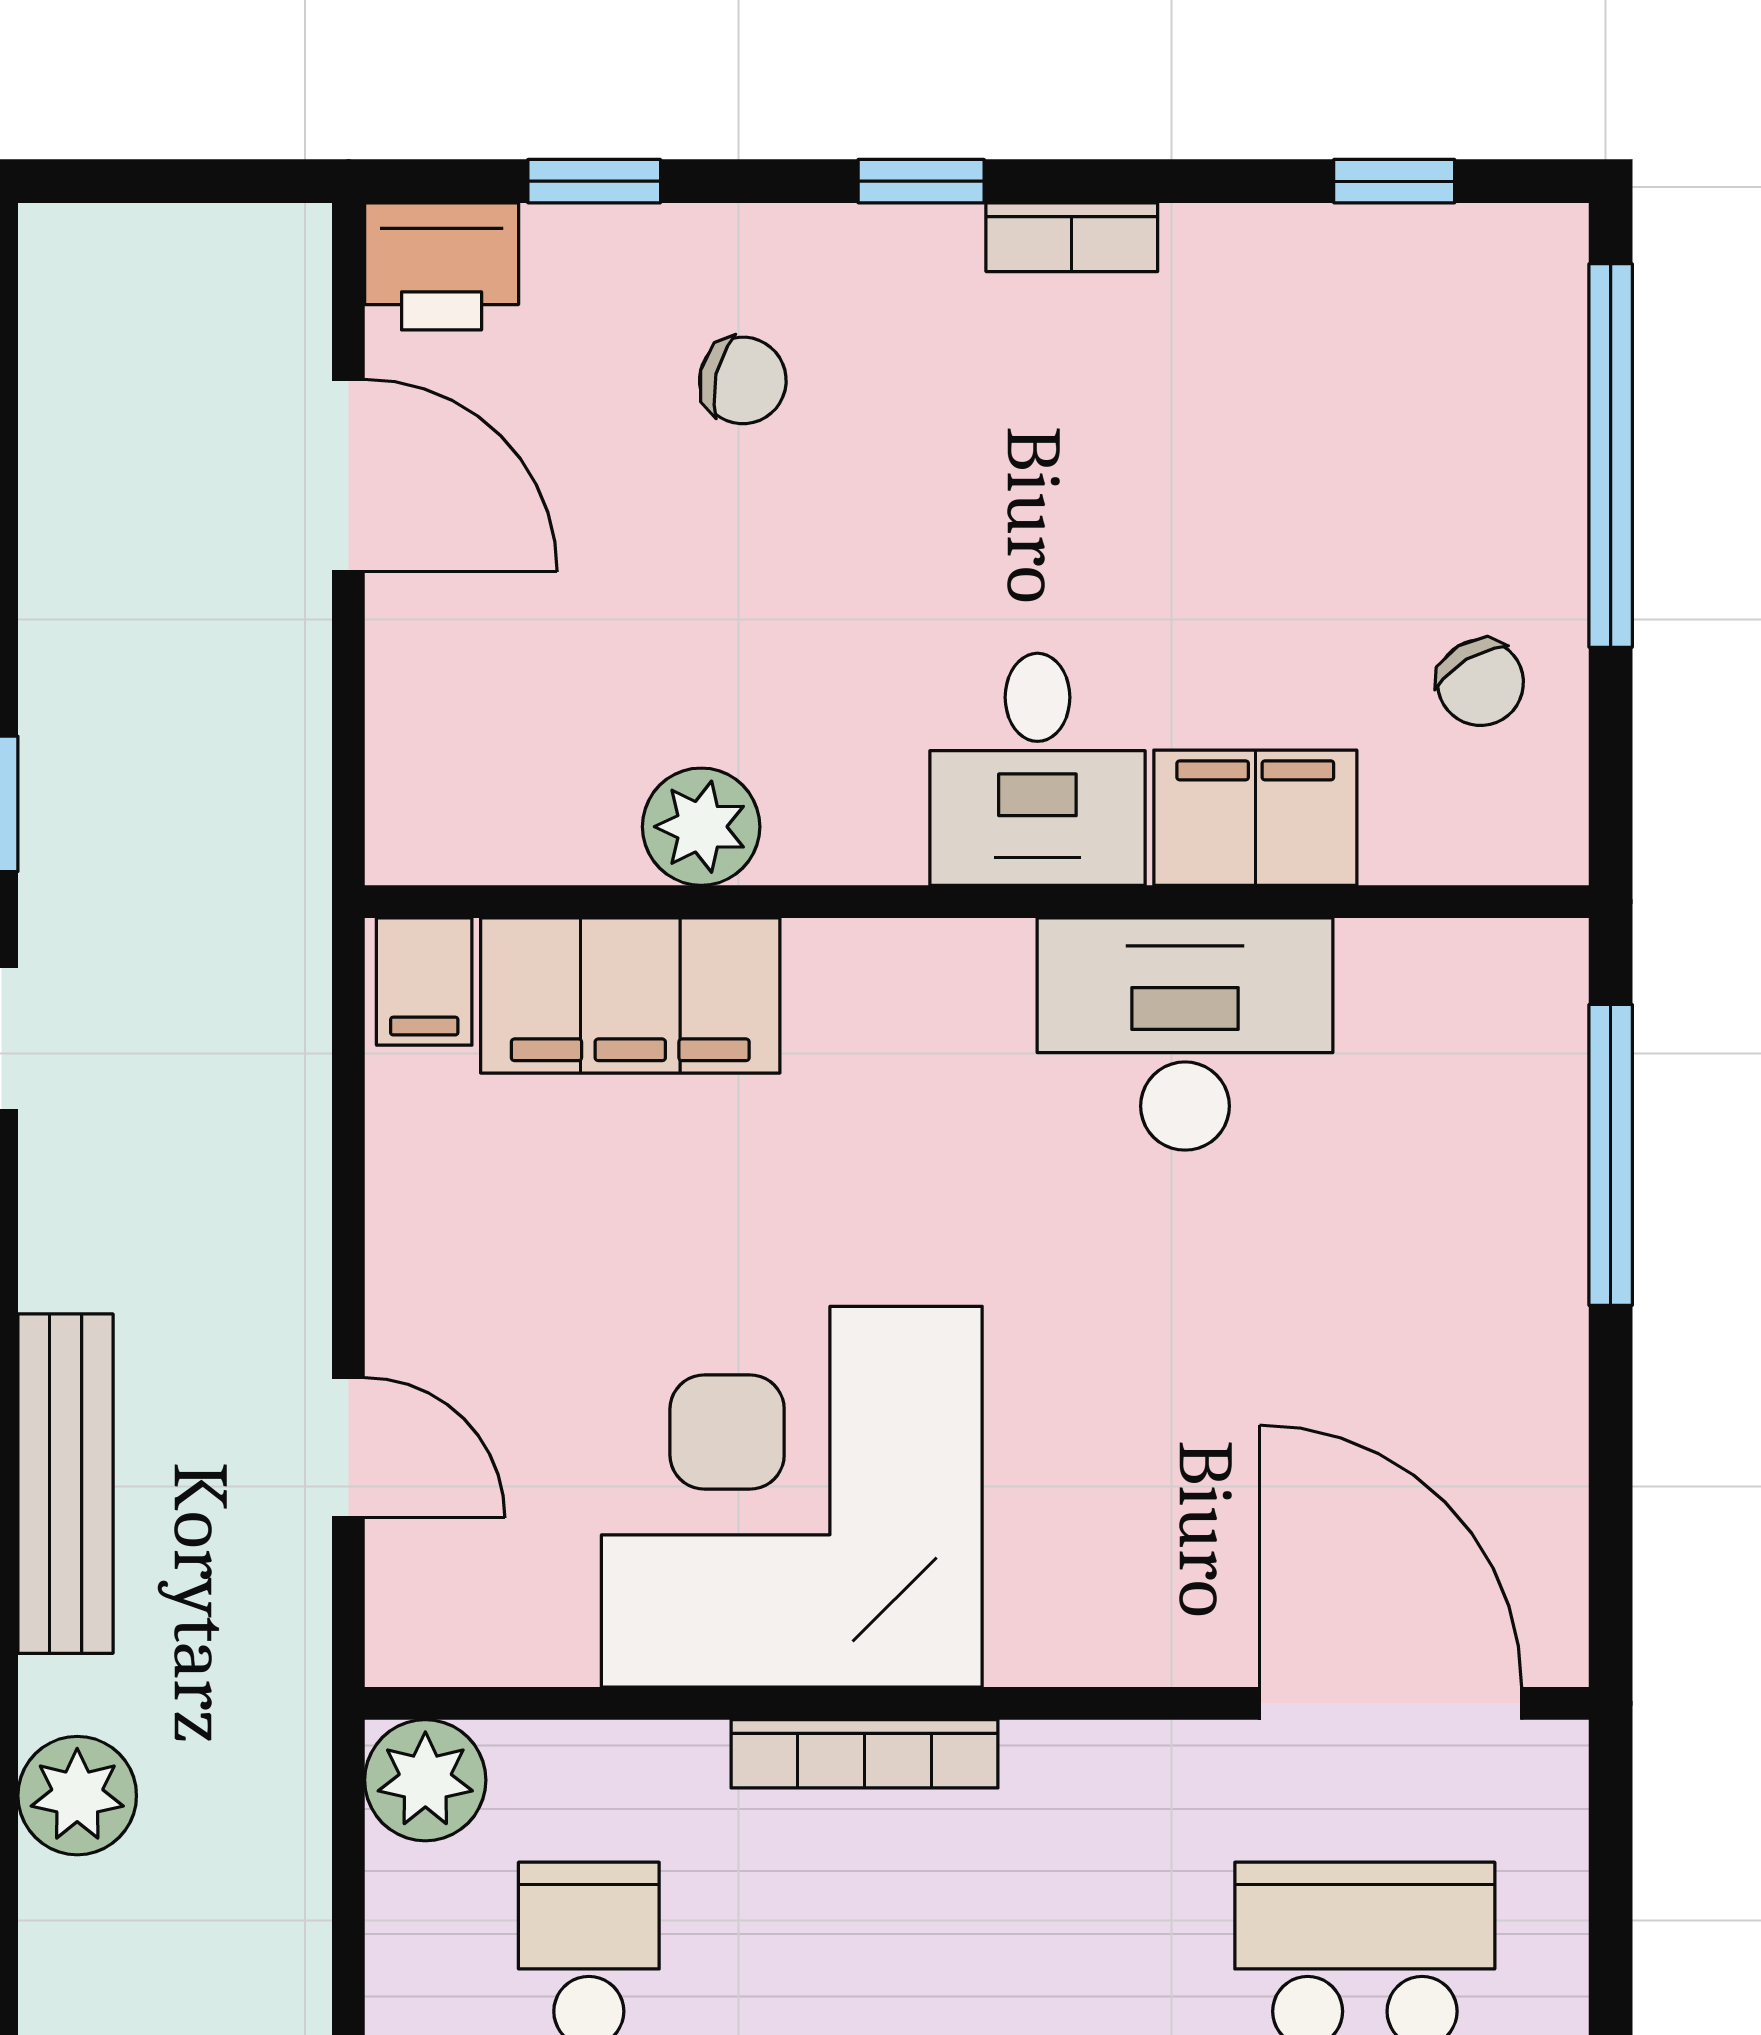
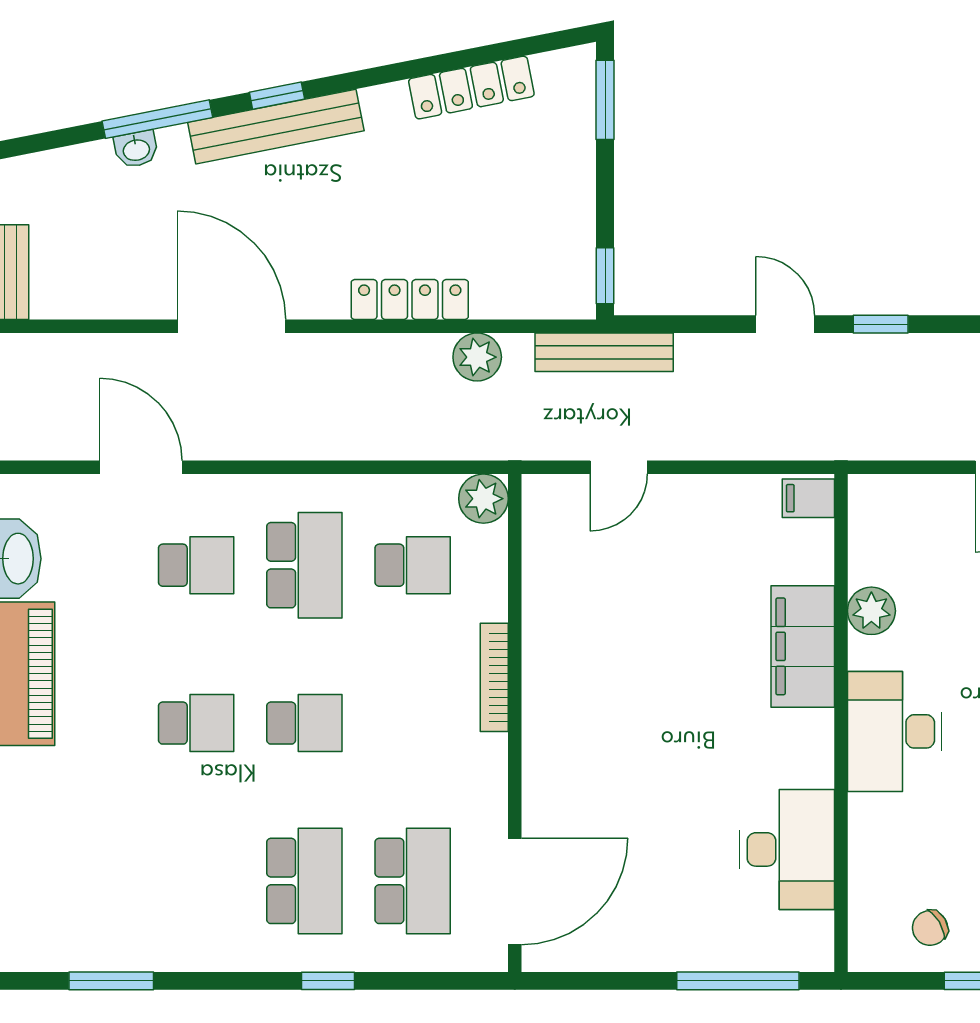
desk: (1037, 769) -> (895, 731), width x1.37
filing cabinet: (1255, 818) -> (875, 836), removed
filing cabinet: (630, 995) -> (803, 646), moved
desk: (1185, 1034) -> (787, 849), moved
corner desk: (792, 1497) -> (599, 648), removed

